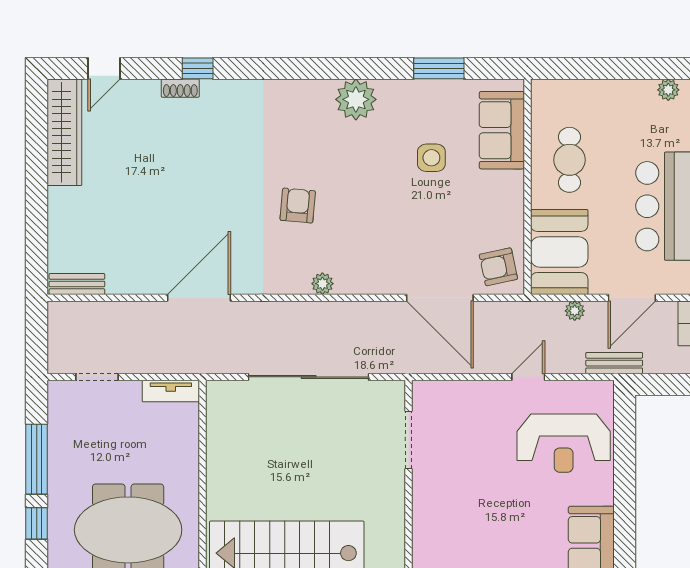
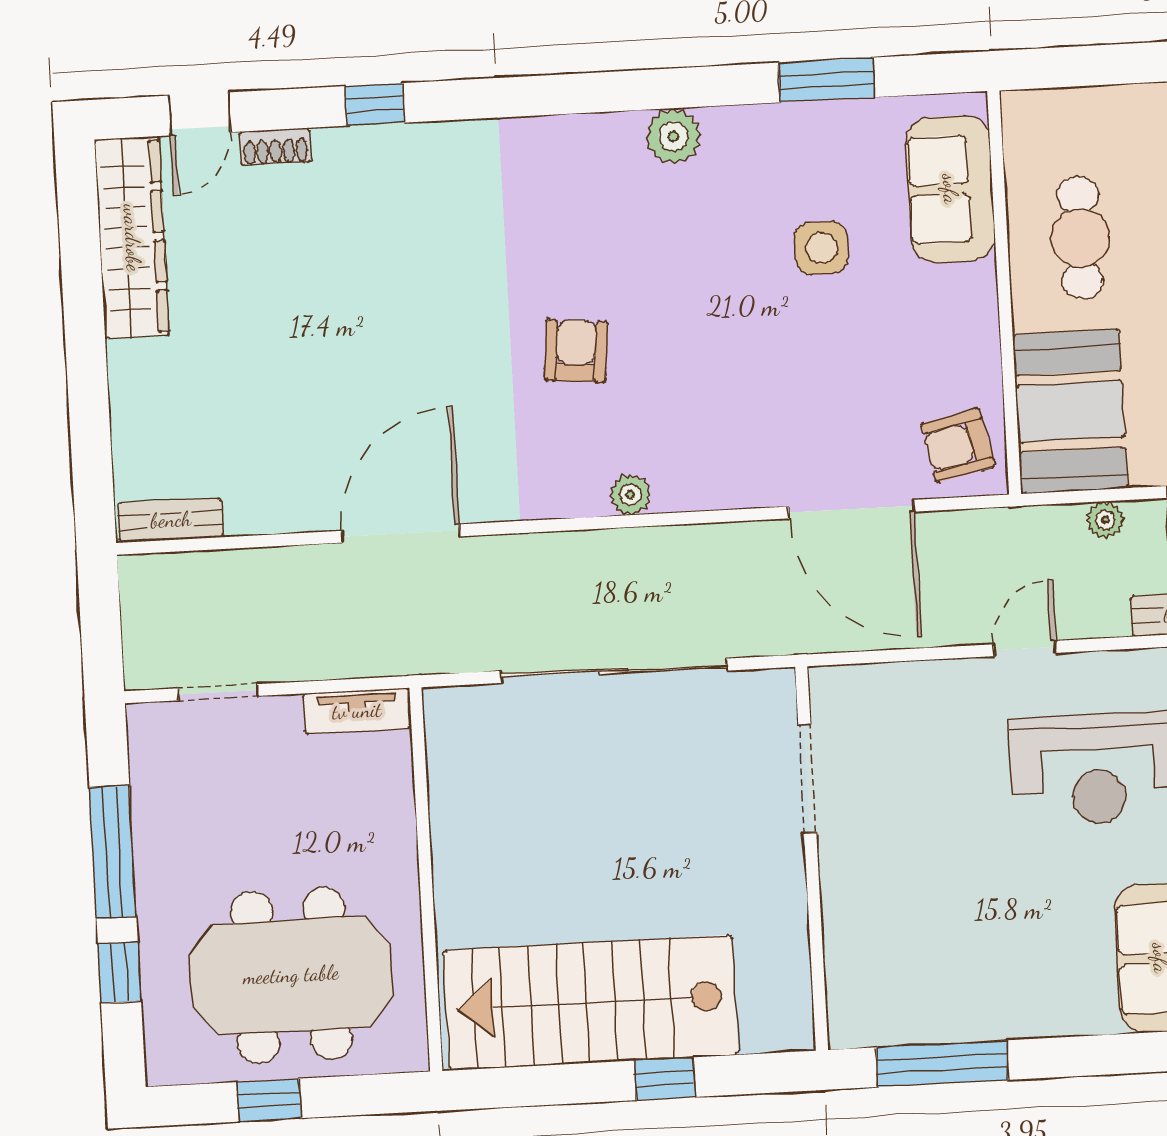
shoe rack: (180, 88) -> (275, 147), moved
plant: (356, 99) -> (674, 136), width x0.73, depth x0.73

